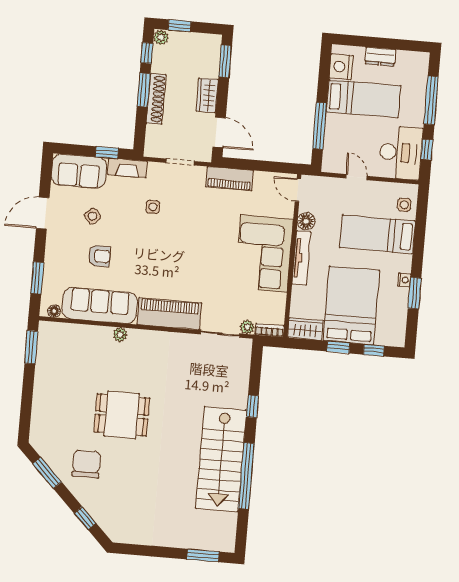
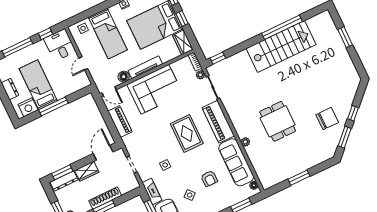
dresser: (212, 57) -> (64, 181), added
window: (320, 126) -> (53, 107), moved
desk: (401, 153) -> (60, 45), width x0.73
piano: (230, 179) -> (120, 121), moved
door: (298, 190) -> (109, 91), hinge flipped
armchair: (99, 256) -> (209, 178), turned 180
rug: (178, 262) -> (187, 133), added
window: (31, 347) -> (299, 178), moved
window: (252, 406) -> (218, 58), moved
dining table: (122, 415) -> (278, 121), moved
chair: (86, 464) -> (327, 119), turned 180
window: (85, 518) -> (353, 113), moved
window: (203, 555) -> (345, 37), moved

